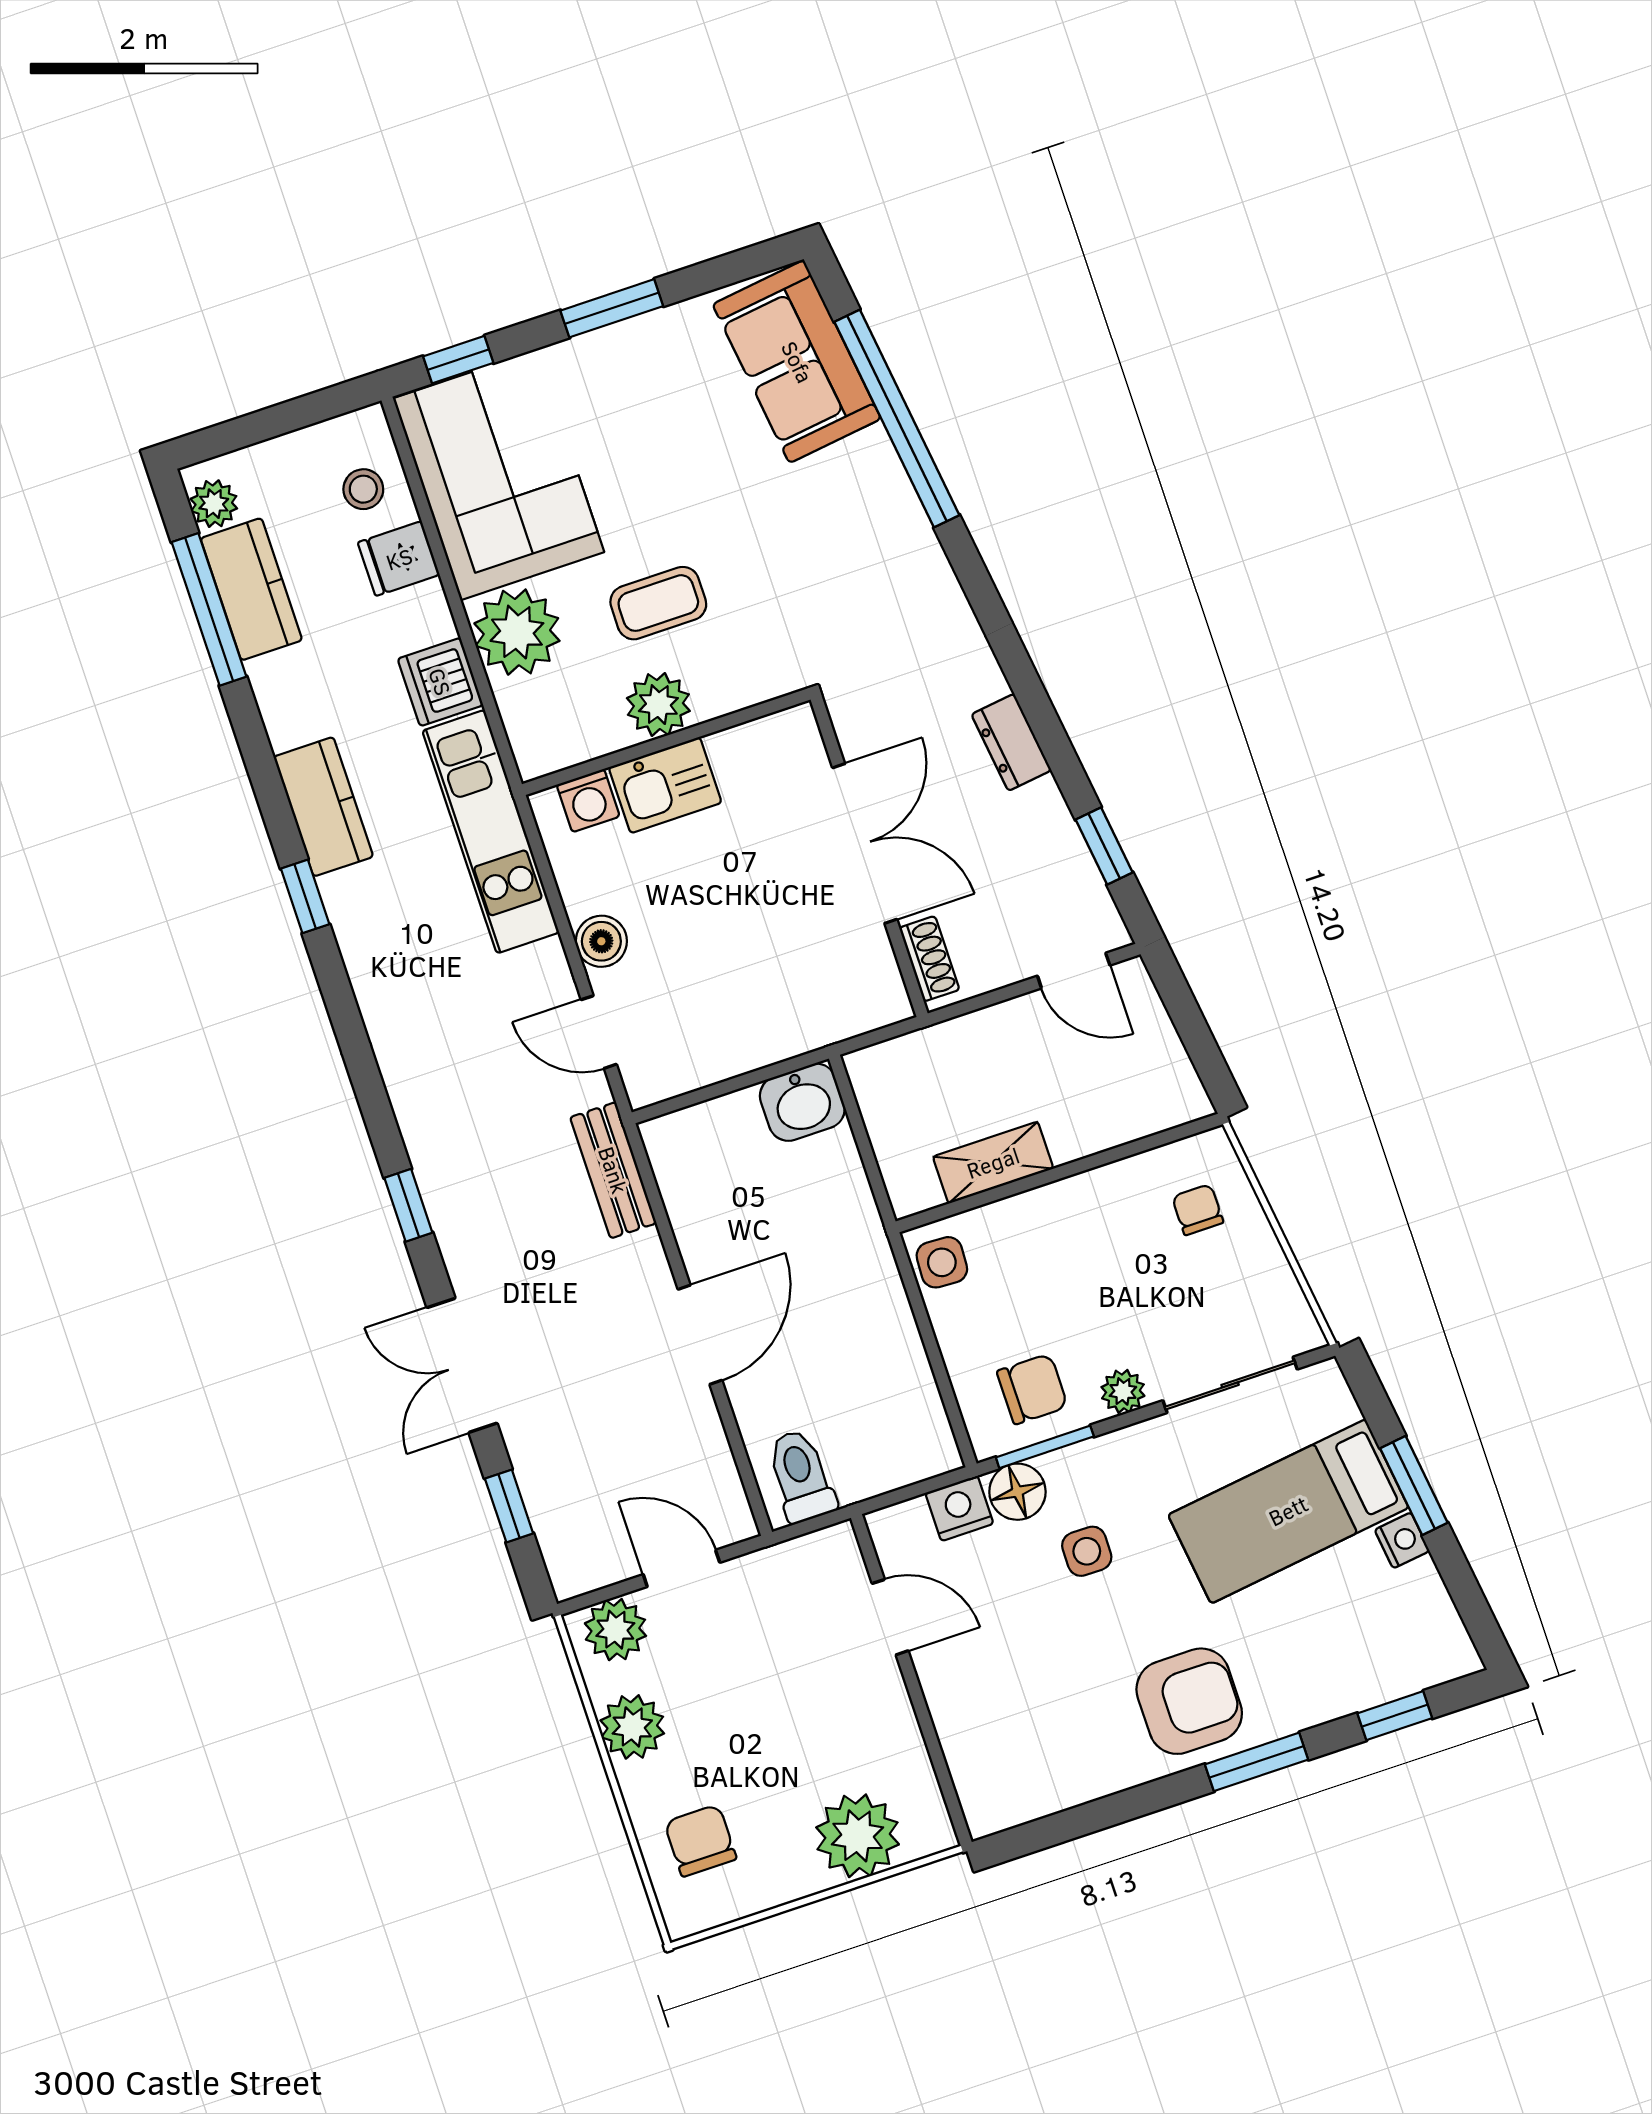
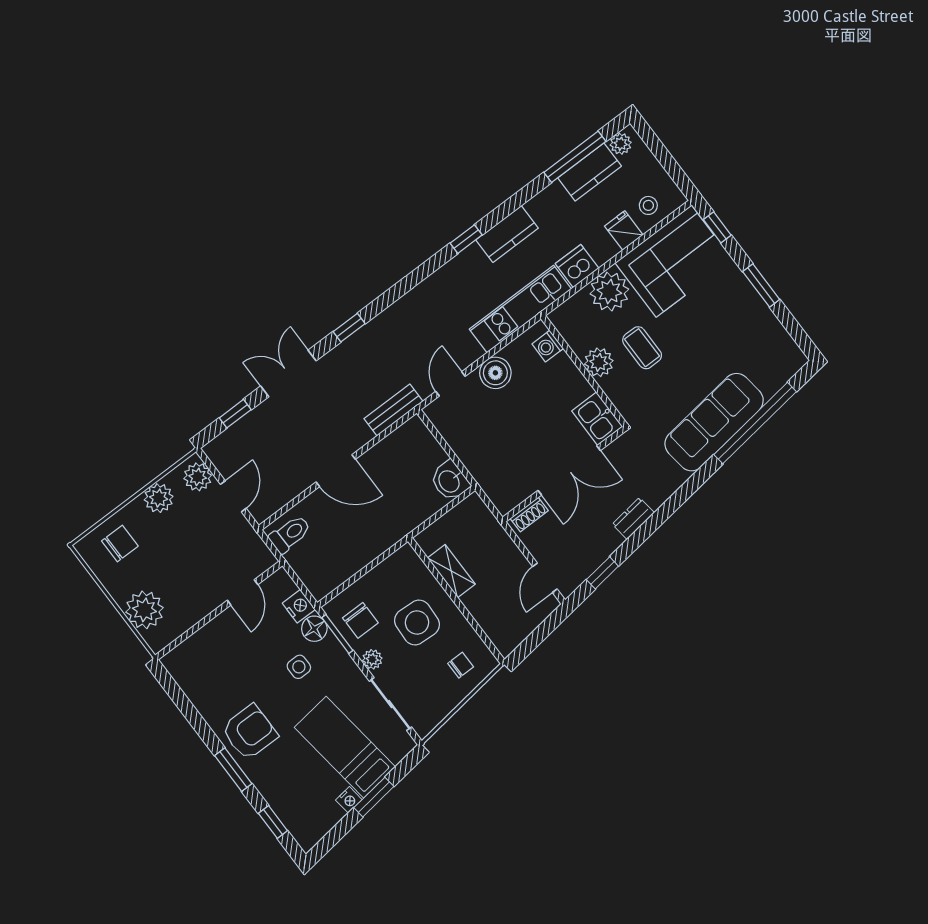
sofa: (797, 362) -> (714, 422), moved, width x1.36
kitchen sink: (665, 785) -> (597, 419), moved
boiler: (601, 941) -> (495, 373), width x1.36, depth x1.36
side table: (942, 1262) -> (417, 623), moved, width x1.87, depth x1.87
armchair: (1189, 1701) -> (250, 732), turned -90

